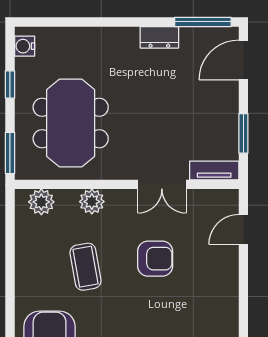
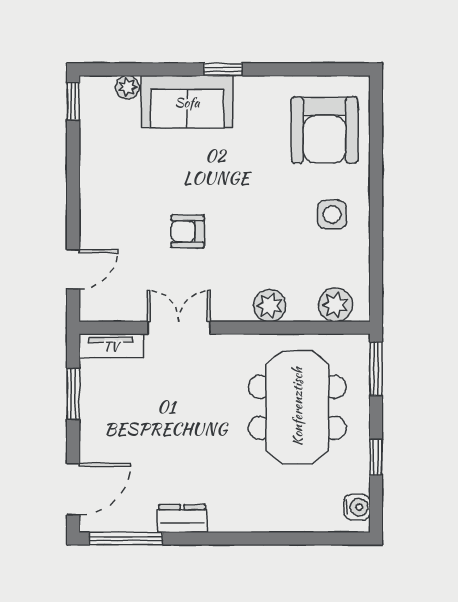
armchair: (155, 259) -> (188, 231), width x0.72, depth x0.72
coffee table: (86, 267) -> (278, 221), removed
side table: (44, 272) -> (332, 215), added

